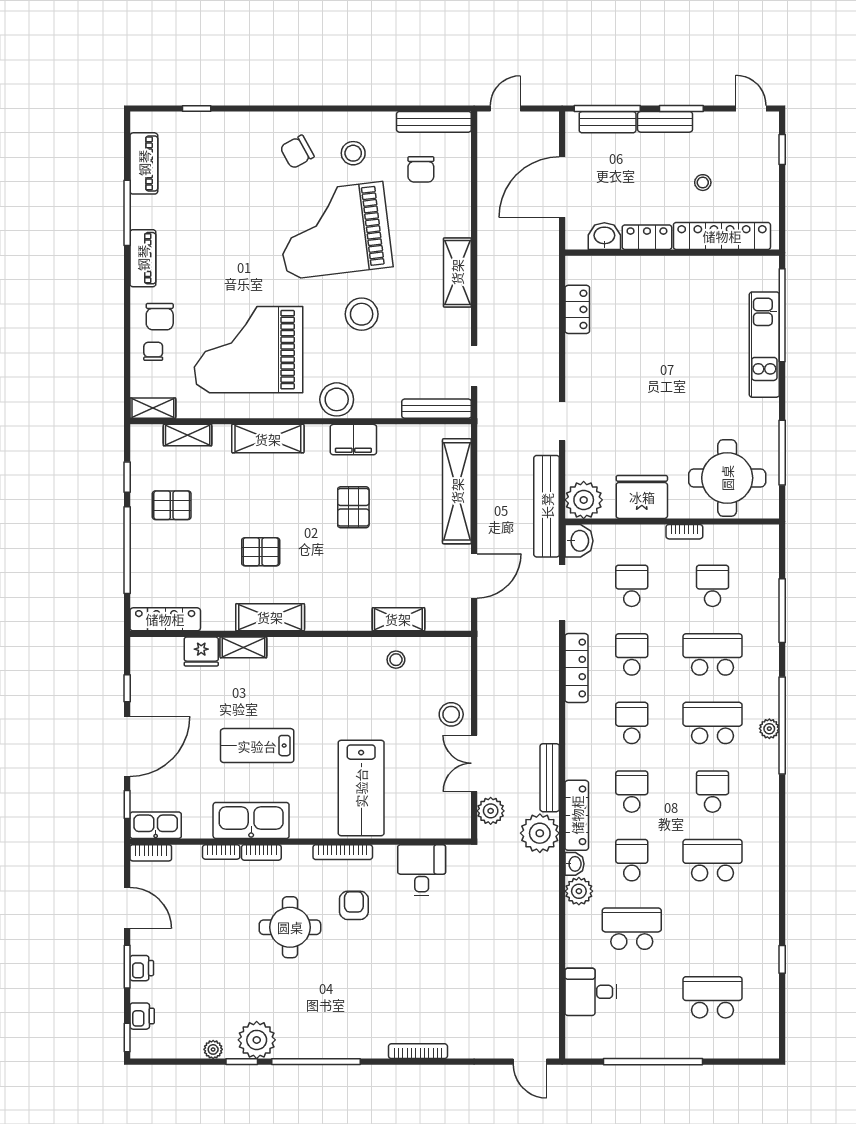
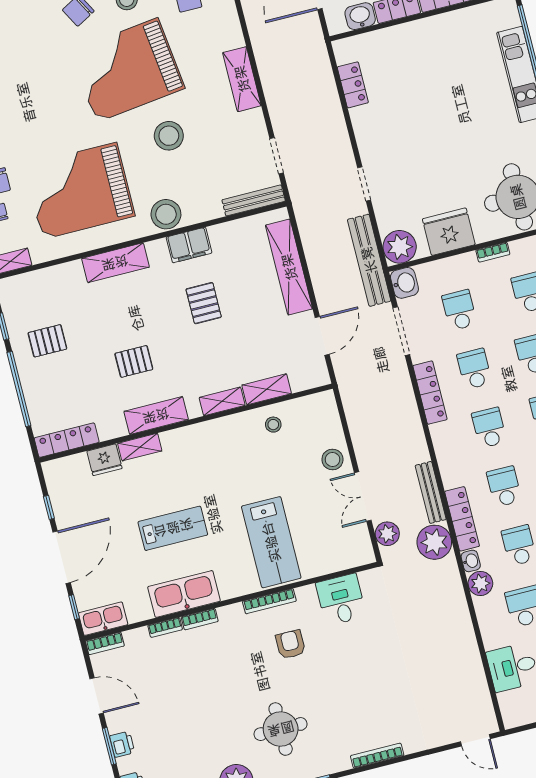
shelving: (188, 435) -> (222, 401), moved
lab bench: (257, 746) -> (173, 528), turned 180
round table: (290, 927) -> (281, 729), moved

